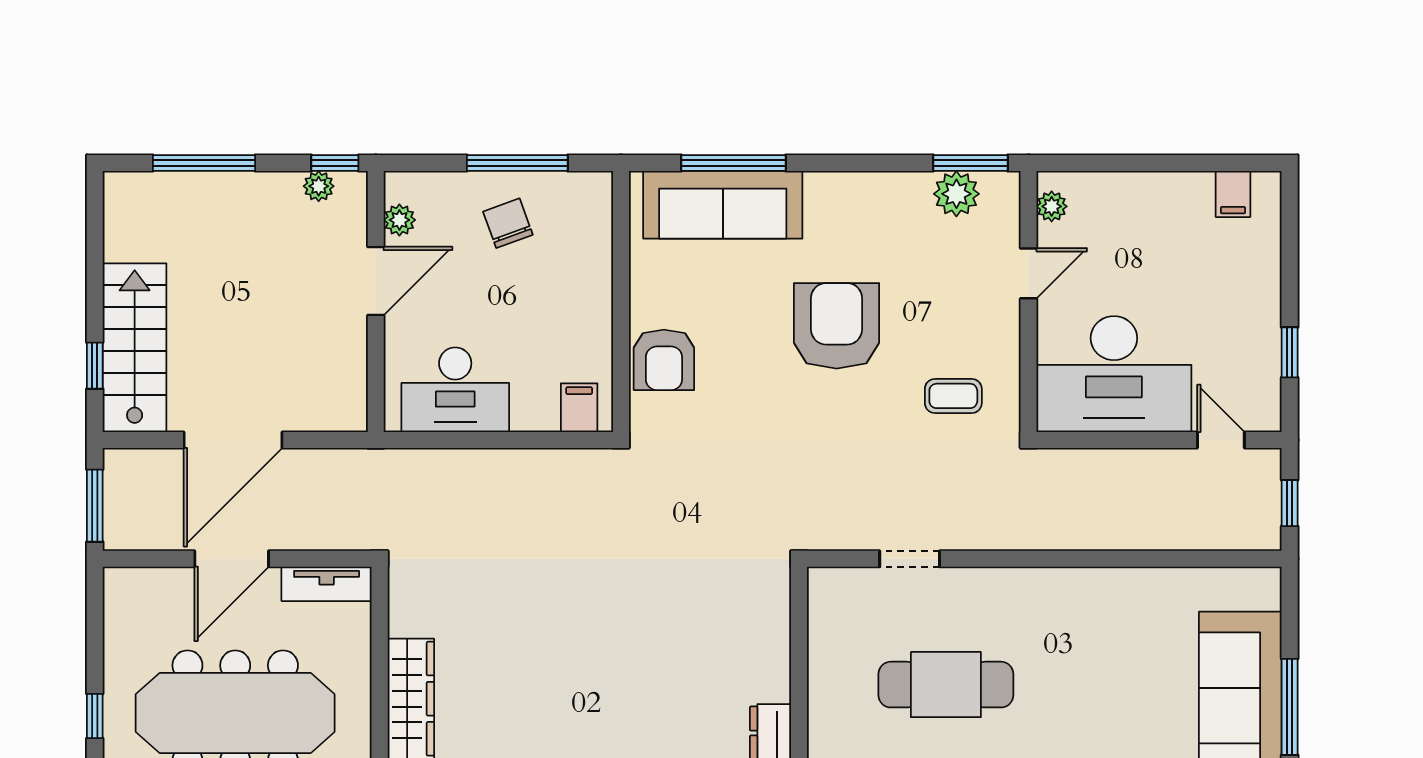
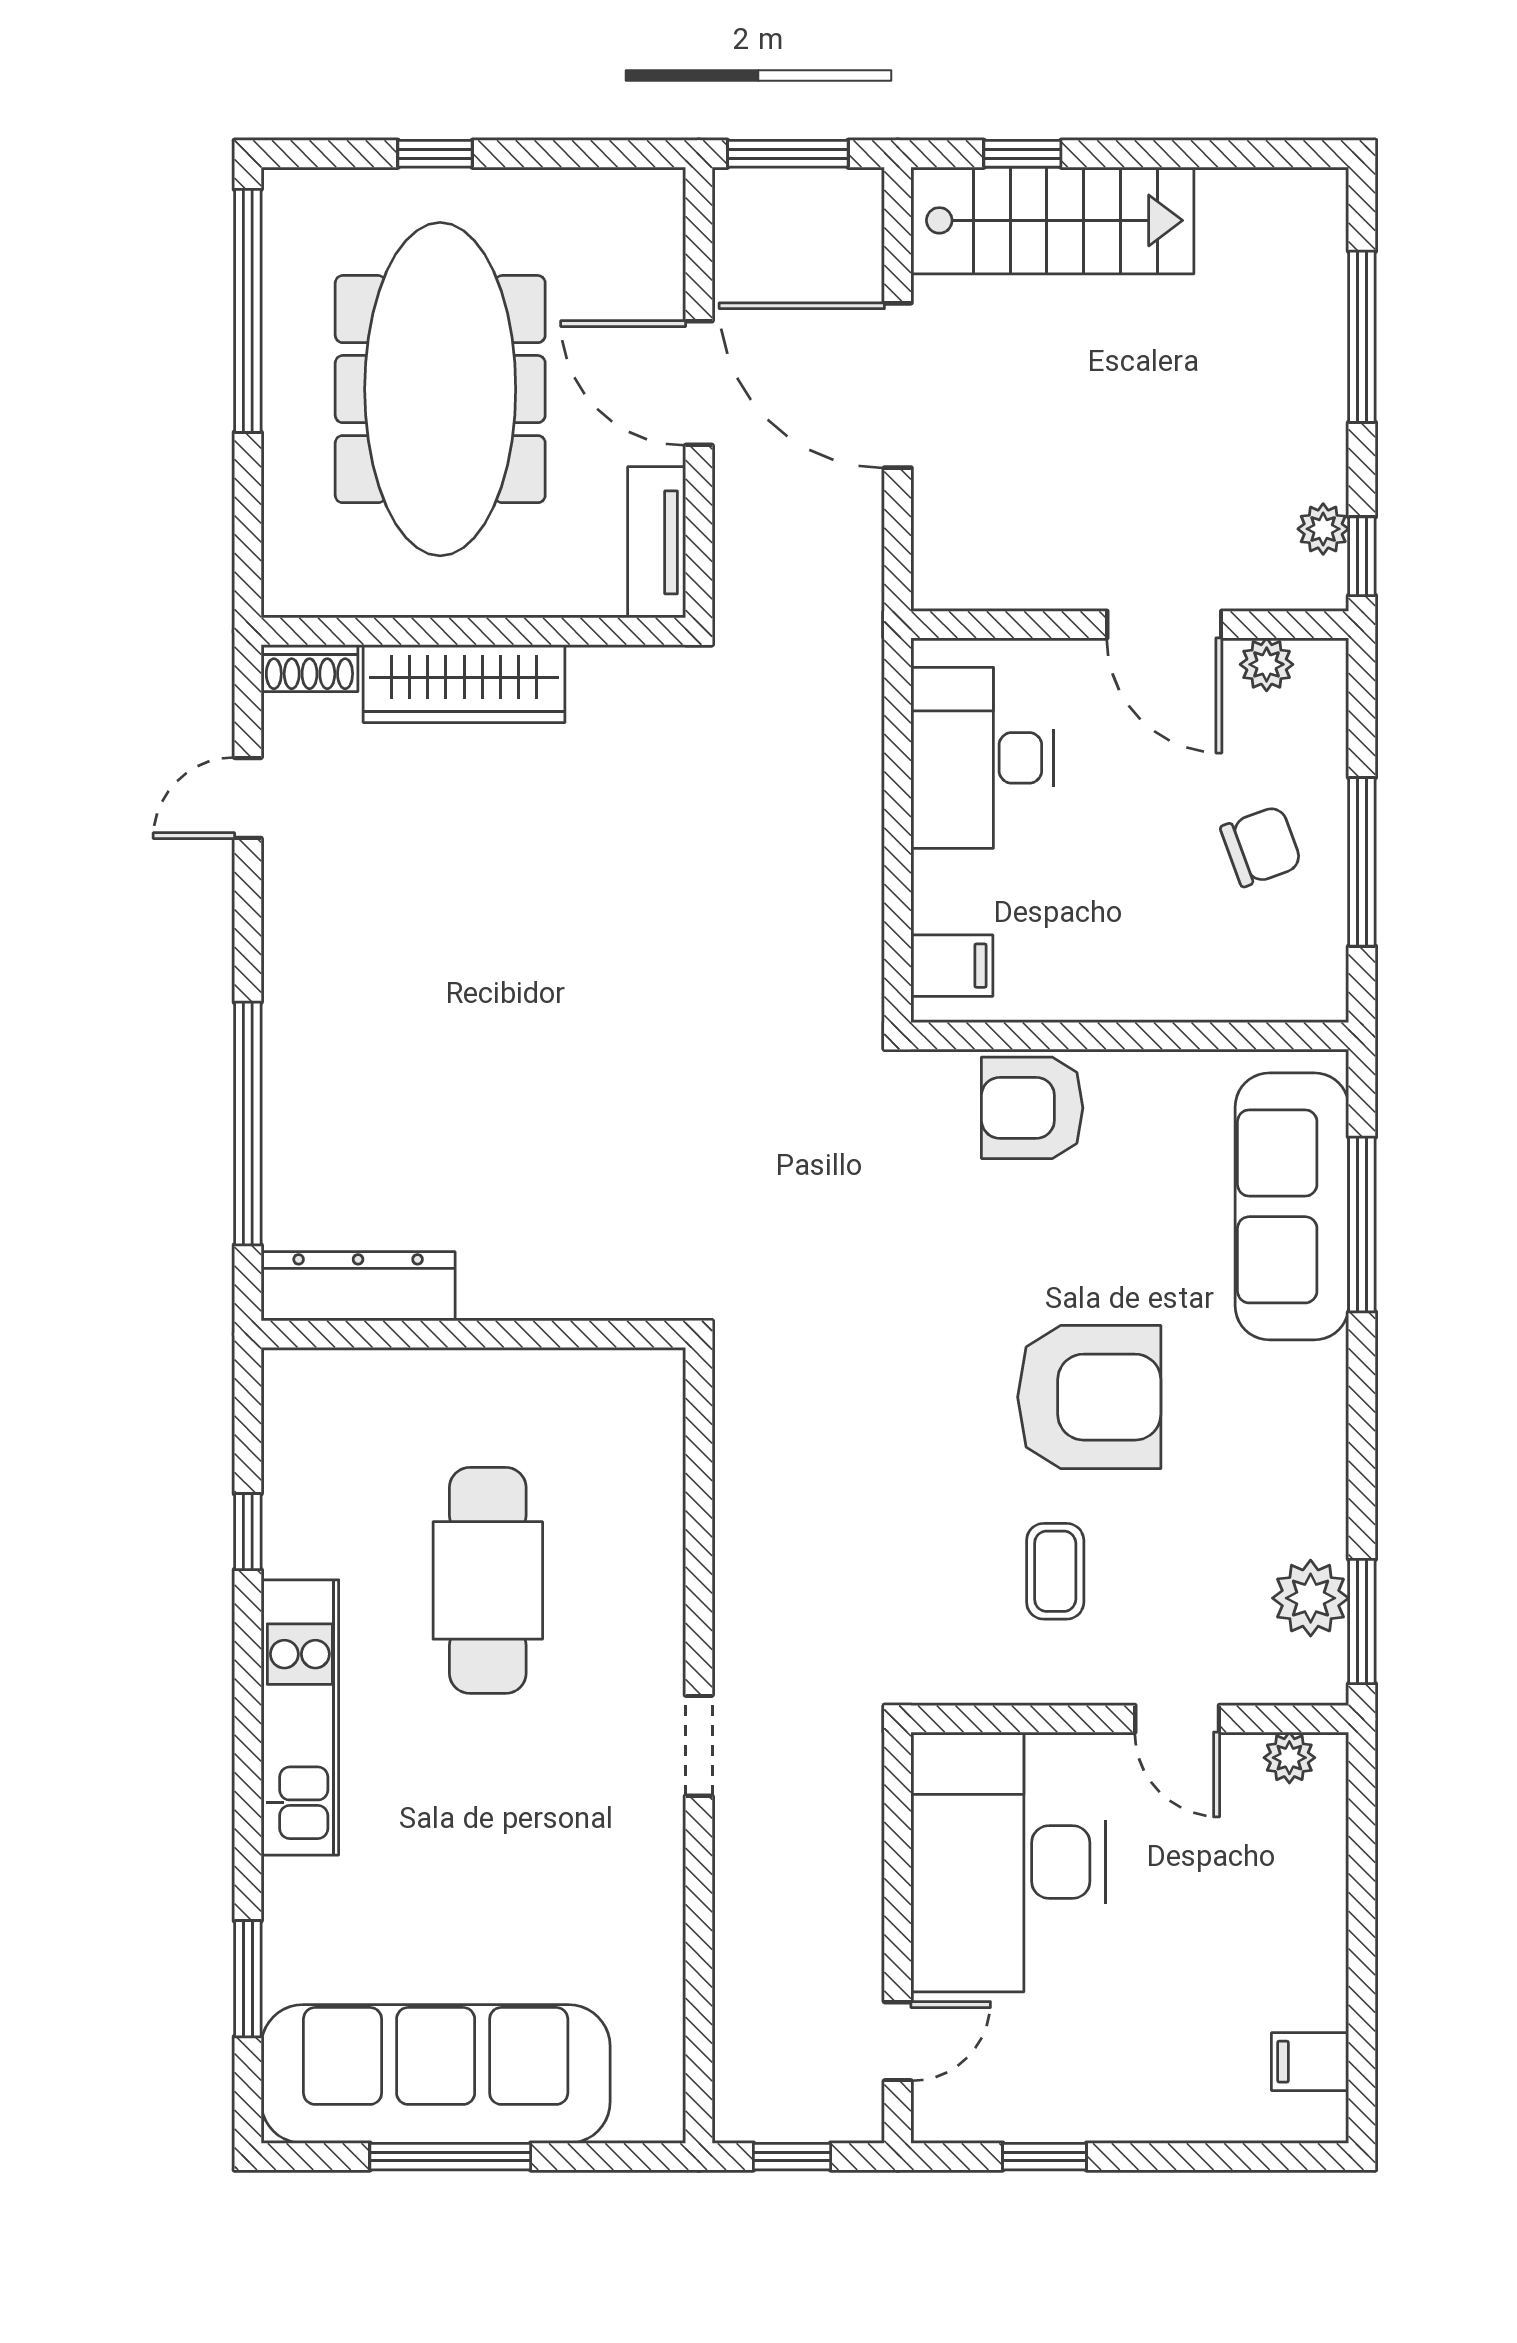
coffee table: (953, 396) -> (1055, 1571), moved
doorway: (910, 559) -> (699, 1746), moved

